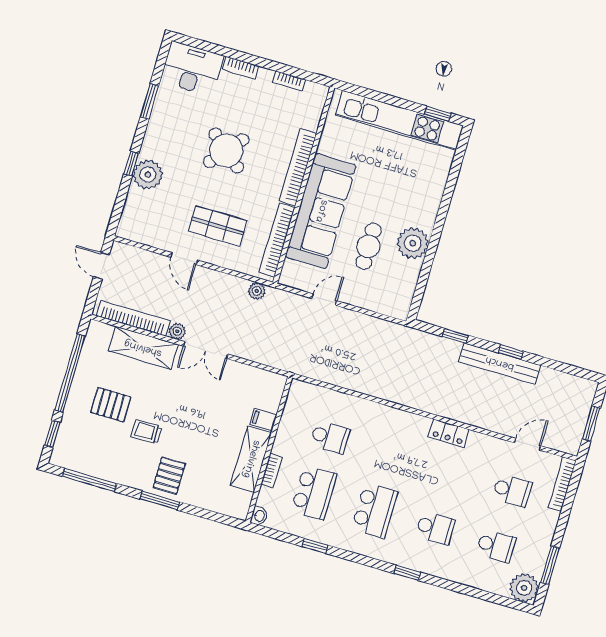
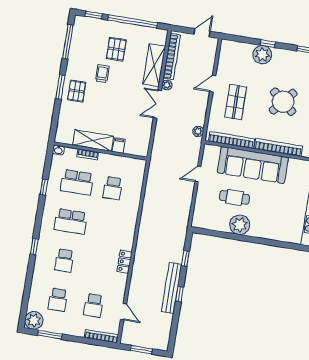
door: (324, 300) -> (198, 174), swing flipped
pallet: (169, 476) -> (77, 91), turned 90

